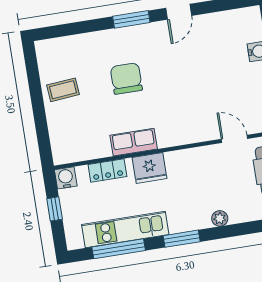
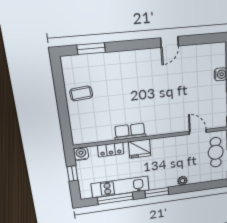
window: (131, 19) -> (91, 49), moved
chair: (126, 78) -> (128, 88), removed

